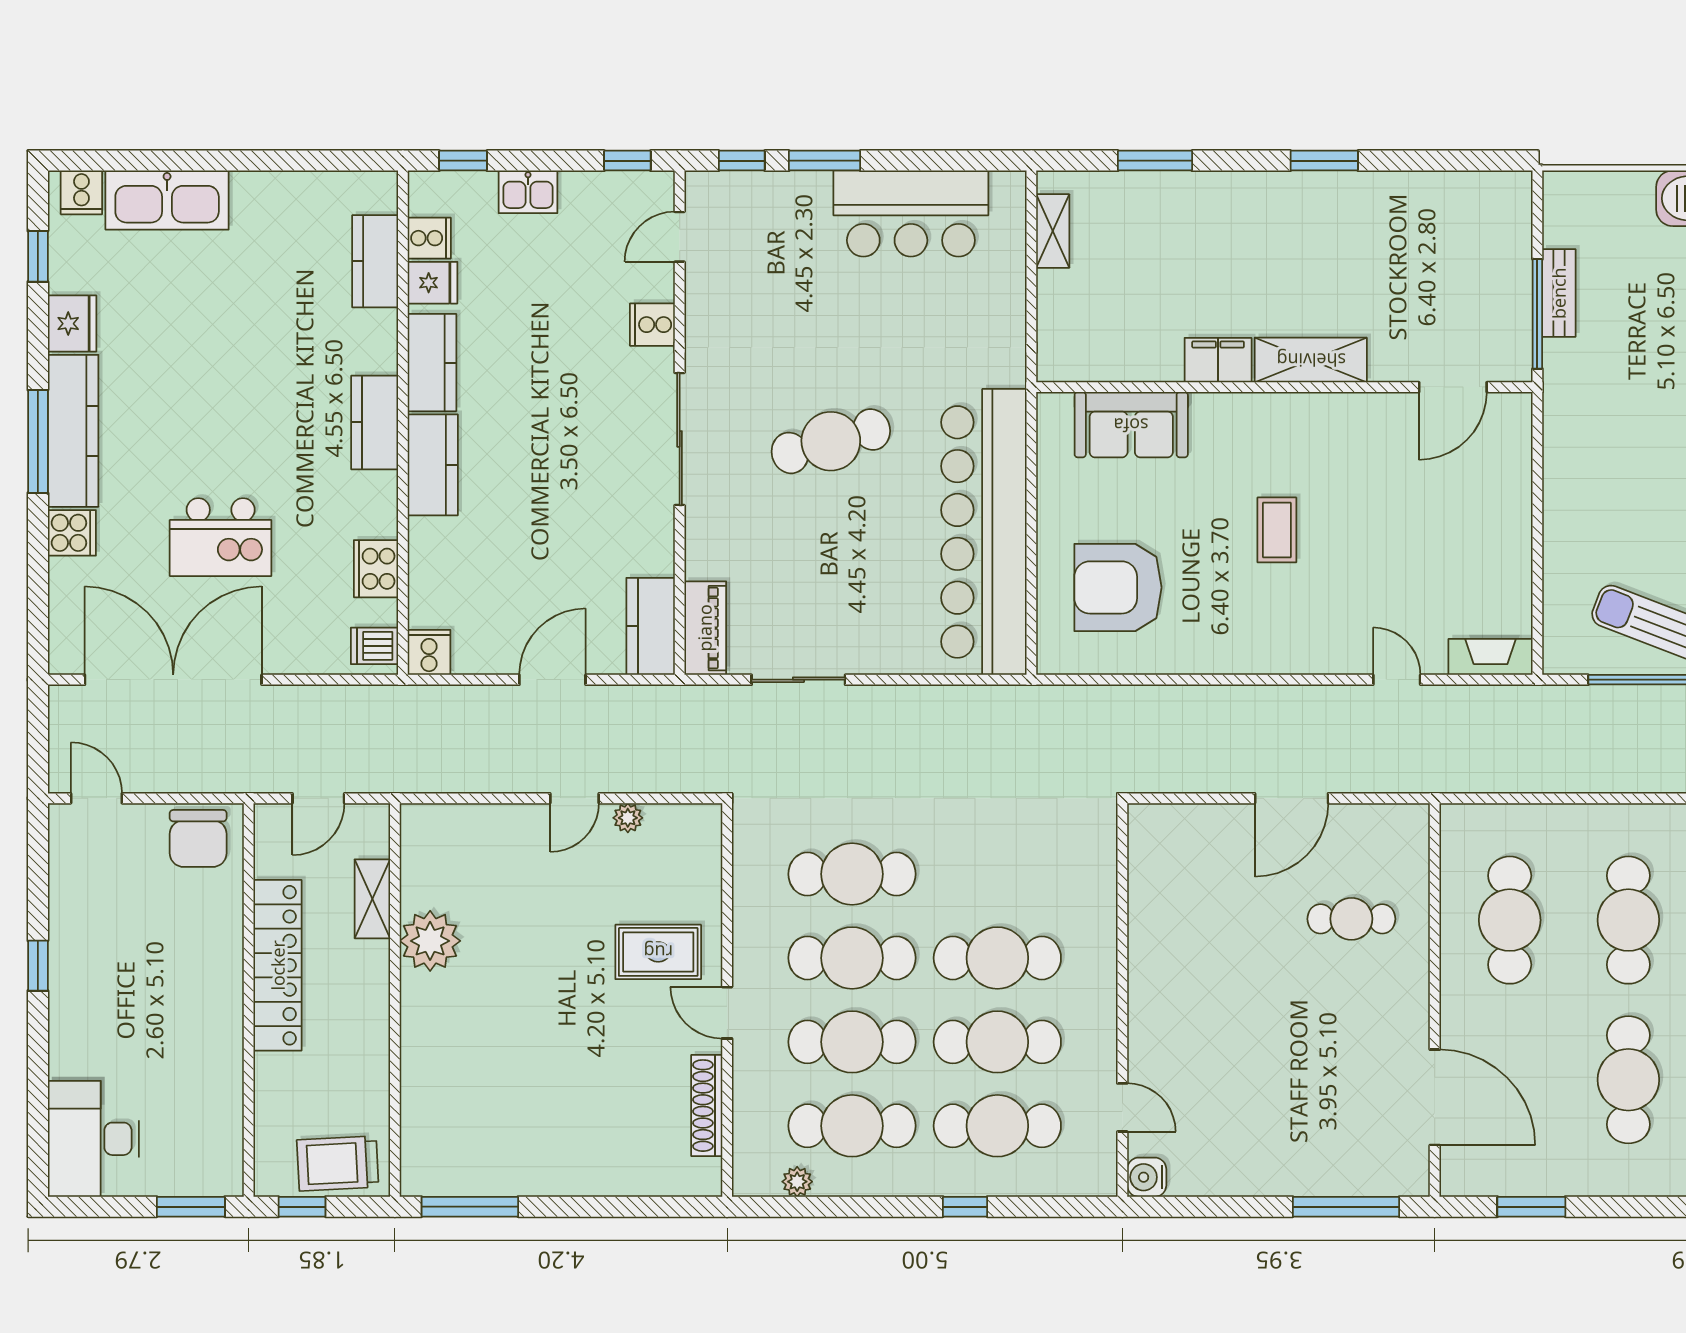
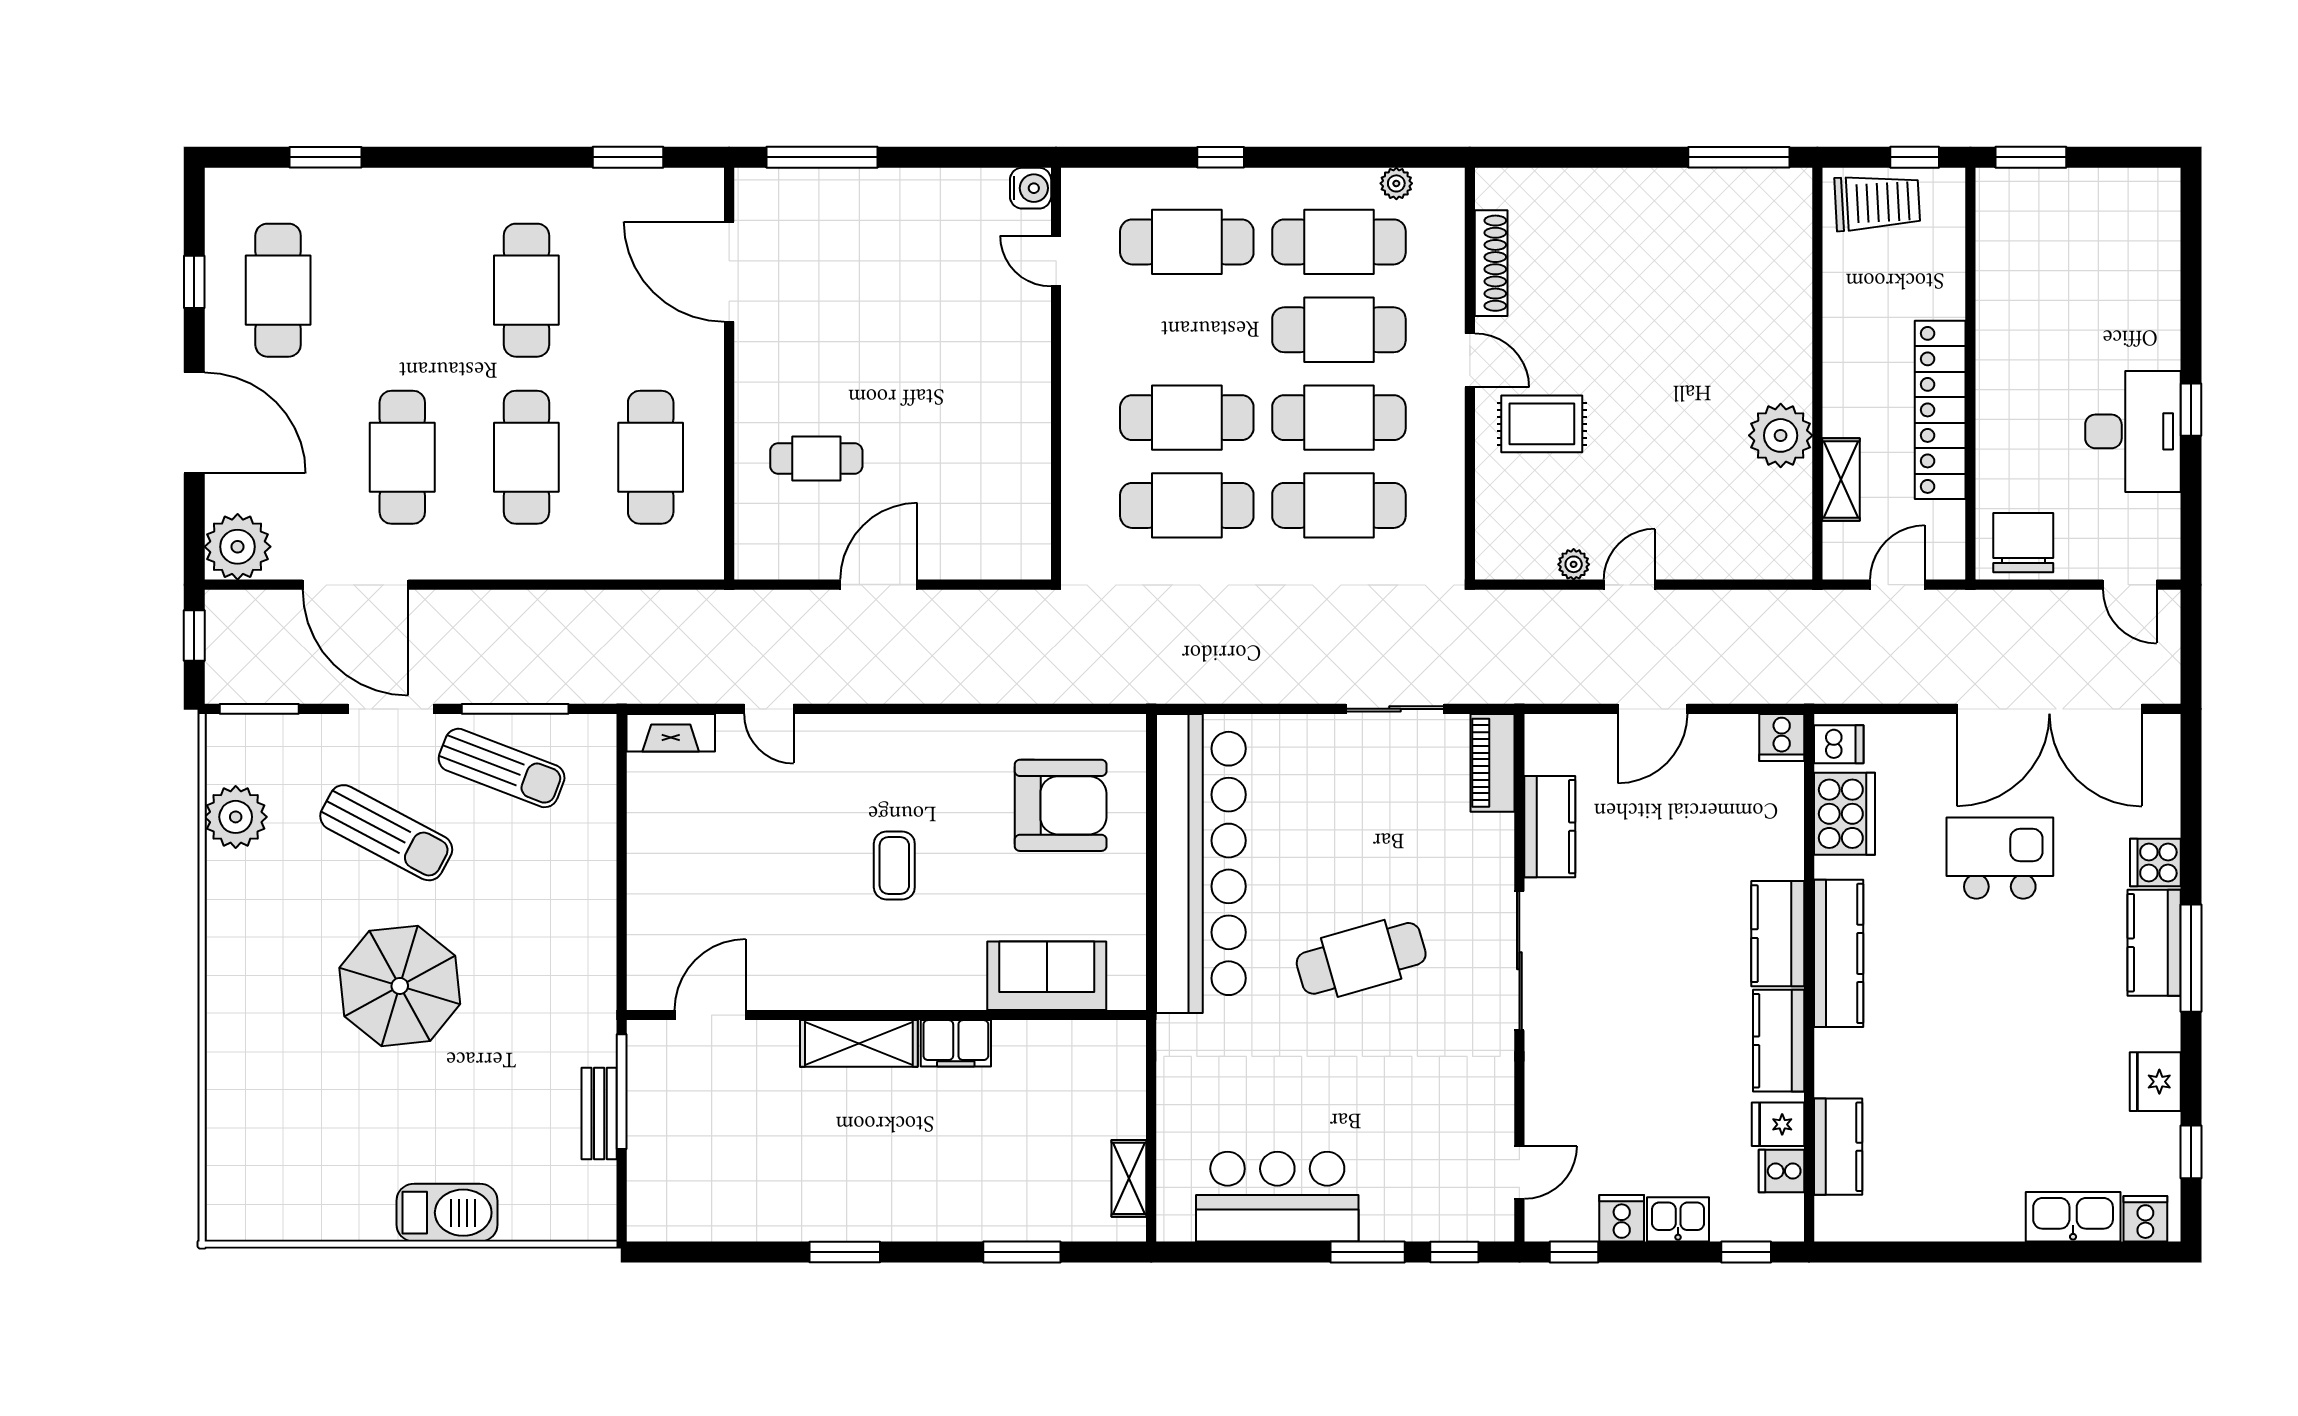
kitchen sink: (167, 200) -> (2073, 1217), width x0.73, depth x0.81
cooker: (652, 325) -> (1622, 1218), moved, turned -90
kitchen counter: (375, 422) -> (1839, 953), width x1.50
kitchen counter: (73, 431) -> (2154, 943), width x0.67
cooker: (376, 569) -> (1844, 814), width x1.37, depth x1.31
kitchen counter: (651, 626) -> (1550, 827), moved
cafe table: (997, 1042) -> (1187, 505), moved
desk: (93, 1139) -> (2133, 431), moved

